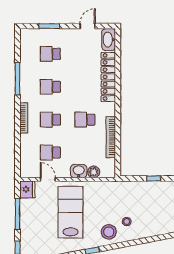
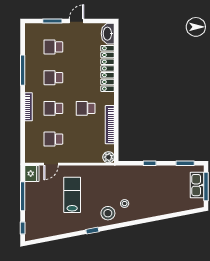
door: (88, 26) -> (77, 21), moved
washbasin: (79, 171) -> (80, 156), removed
plant: (94, 172) -> (109, 157), moved
door: (48, 179) -> (51, 164), swing flipped
lab bench: (71, 212) -> (72, 195), width x0.73, depth x0.72

